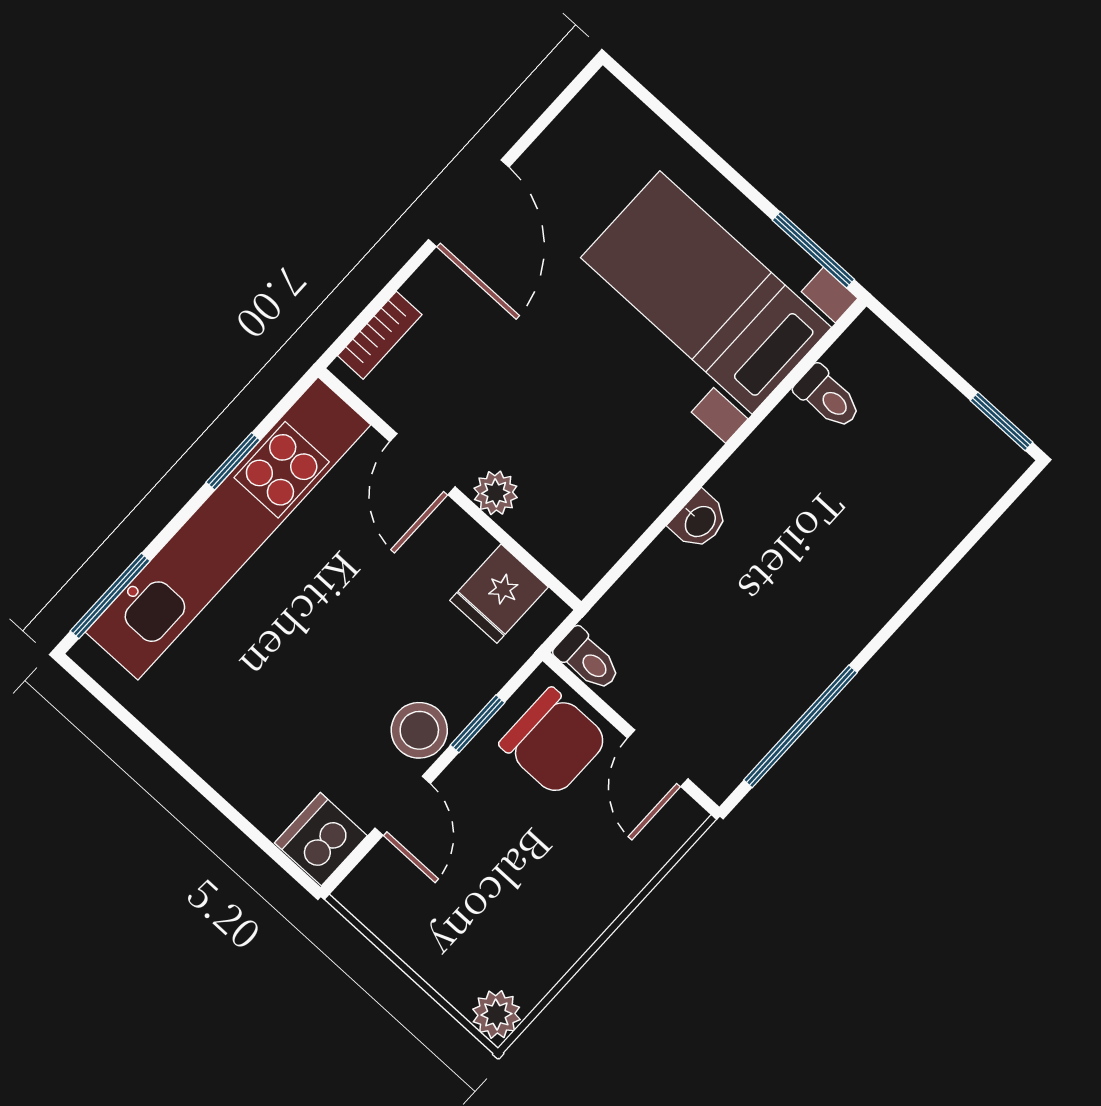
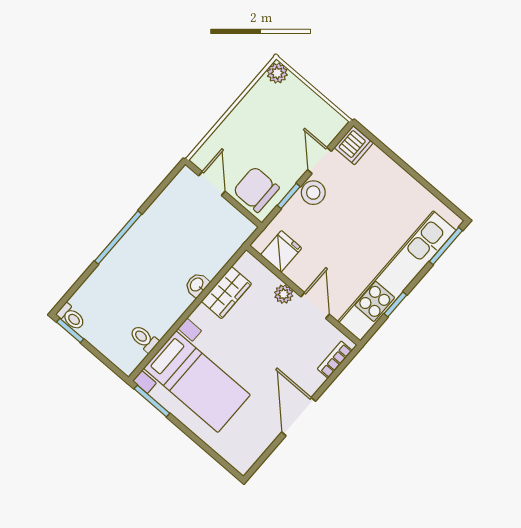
wardrobe: (631, 500) -> (226, 293), added
toilet: (588, 660) -> (71, 317), moved, turned 180
window: (801, 726) -> (118, 238), moved

